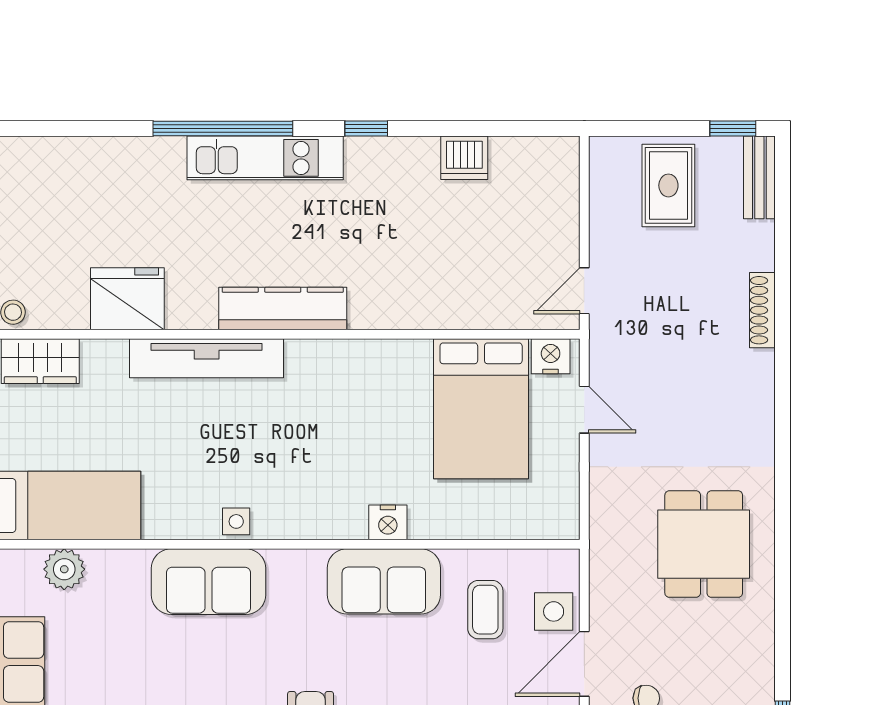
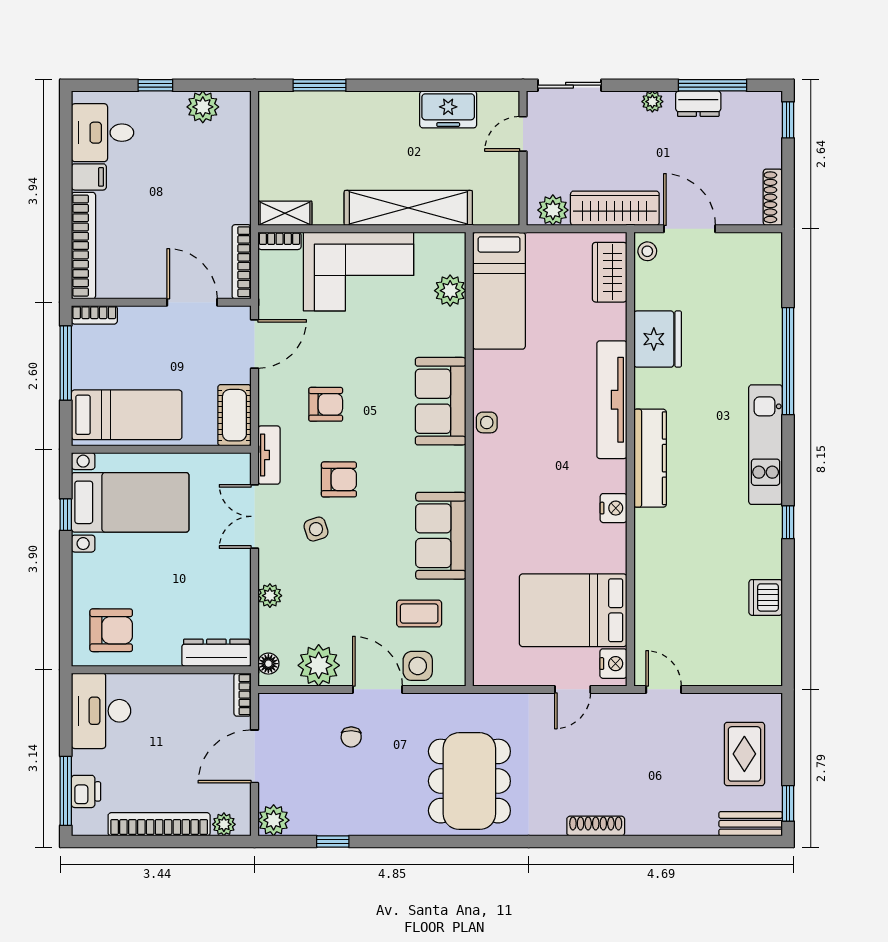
window: (223, 129) -> (788, 361), moved
rug: (668, 185) -> (744, 754), turned 90
shoe rack: (762, 310) -> (596, 826), moved
nightstand: (388, 522) -> (614, 508), moved, turned 180
dining table: (704, 544) -> (469, 781), width x1.38

